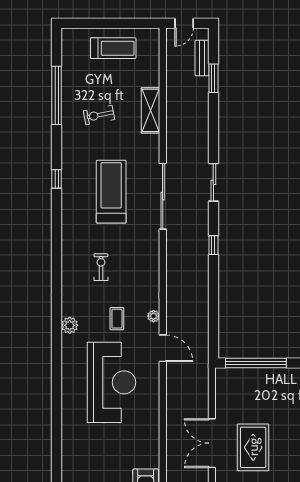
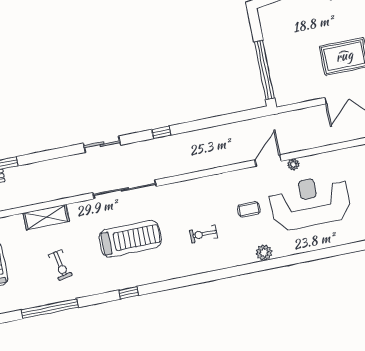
treadmill: (111, 192) -> (130, 239), turned 180
plant: (153, 316) -> (293, 164), moved

